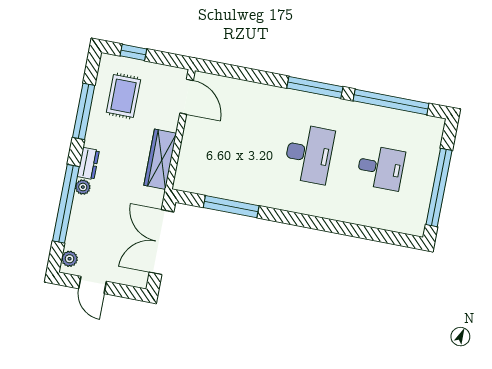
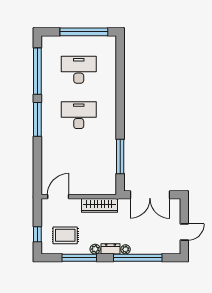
desk: (381, 168) -> (79, 70), width x1.37
plant: (70, 259) -> (95, 249), moved

